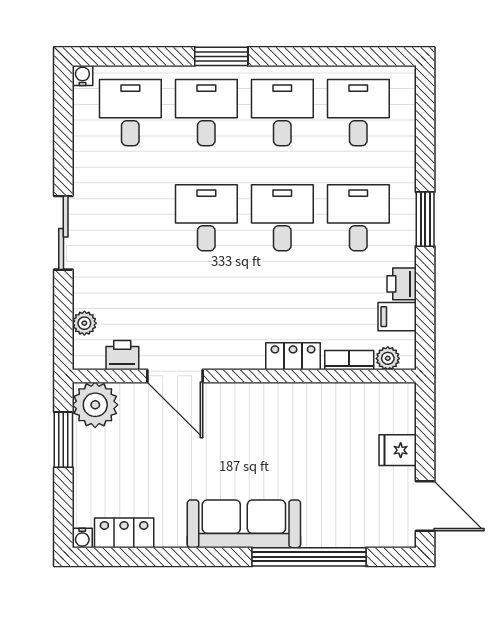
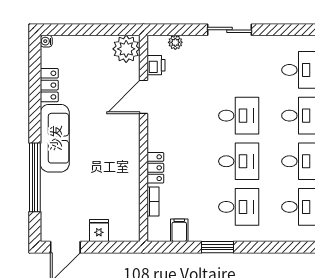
window: (425, 219) -> (217, 247), moved
printer: (402, 284) -> (199, 233), removed
plant: (388, 358) -> (154, 225), removed
window: (63, 440) -> (105, 30), removed
locker: (124, 533) -> (49, 85), moved

